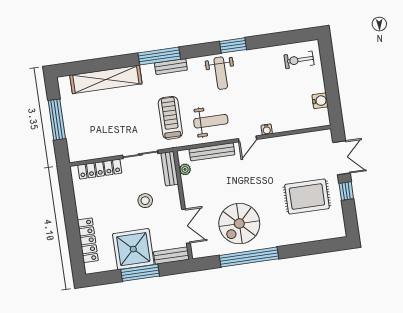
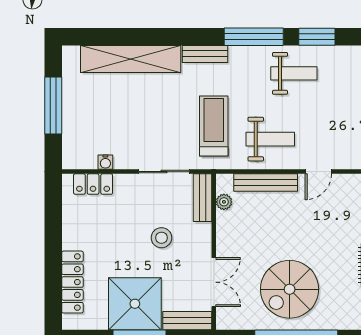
window: (159, 56) -> (254, 37), moved
bench: (171, 67) -> (205, 54), moved
weight bench: (221, 73) -> (294, 73), turned -90
water cooler: (267, 129) -> (105, 162), moved
locker: (100, 169) -> (93, 184), width x0.66

